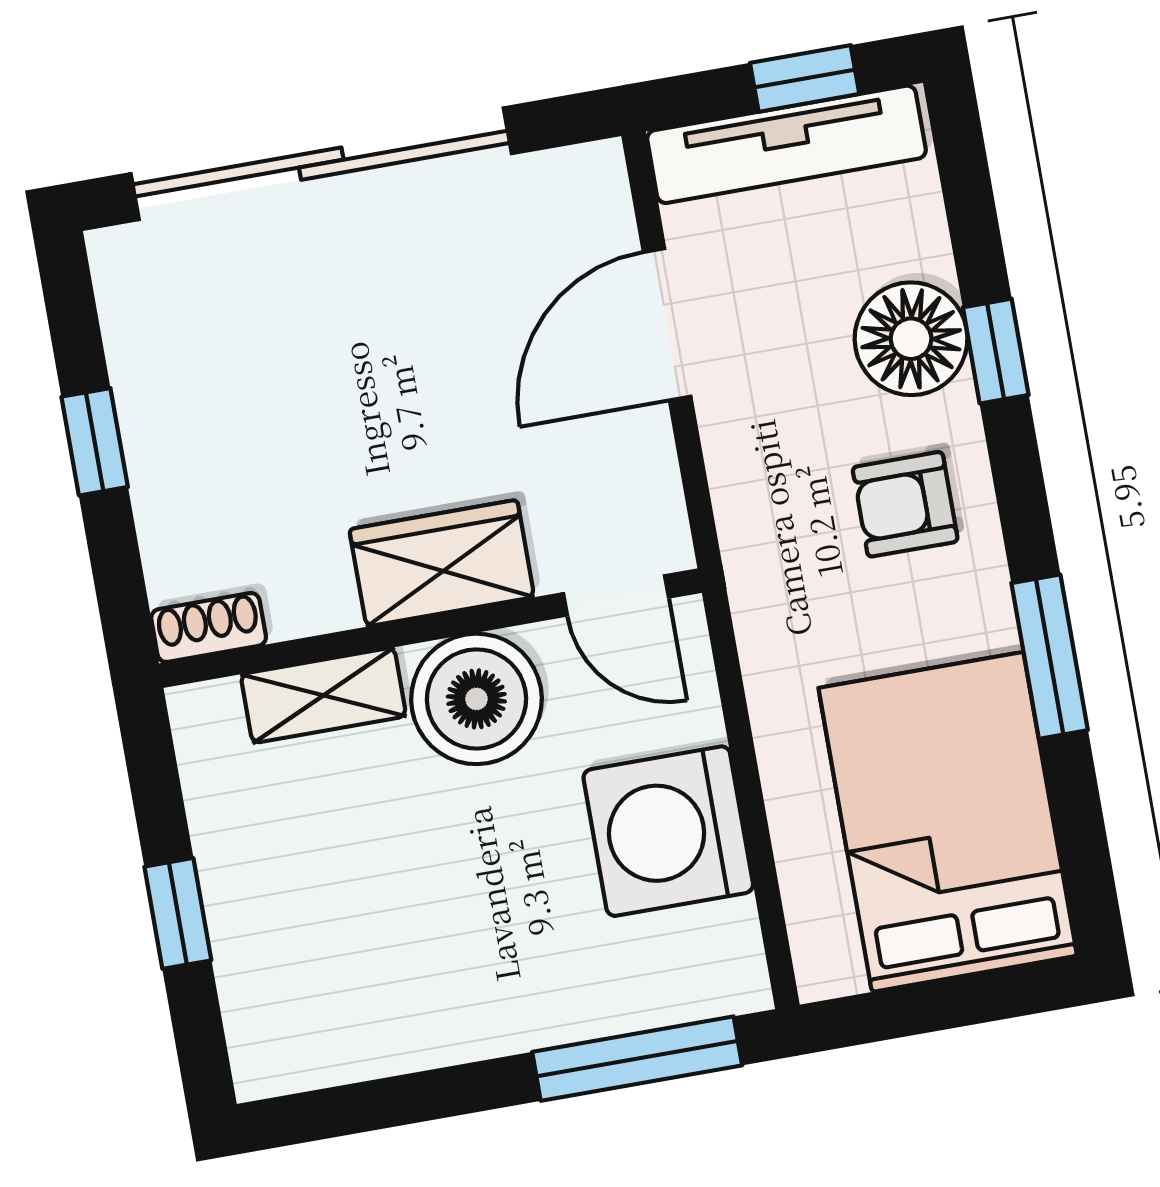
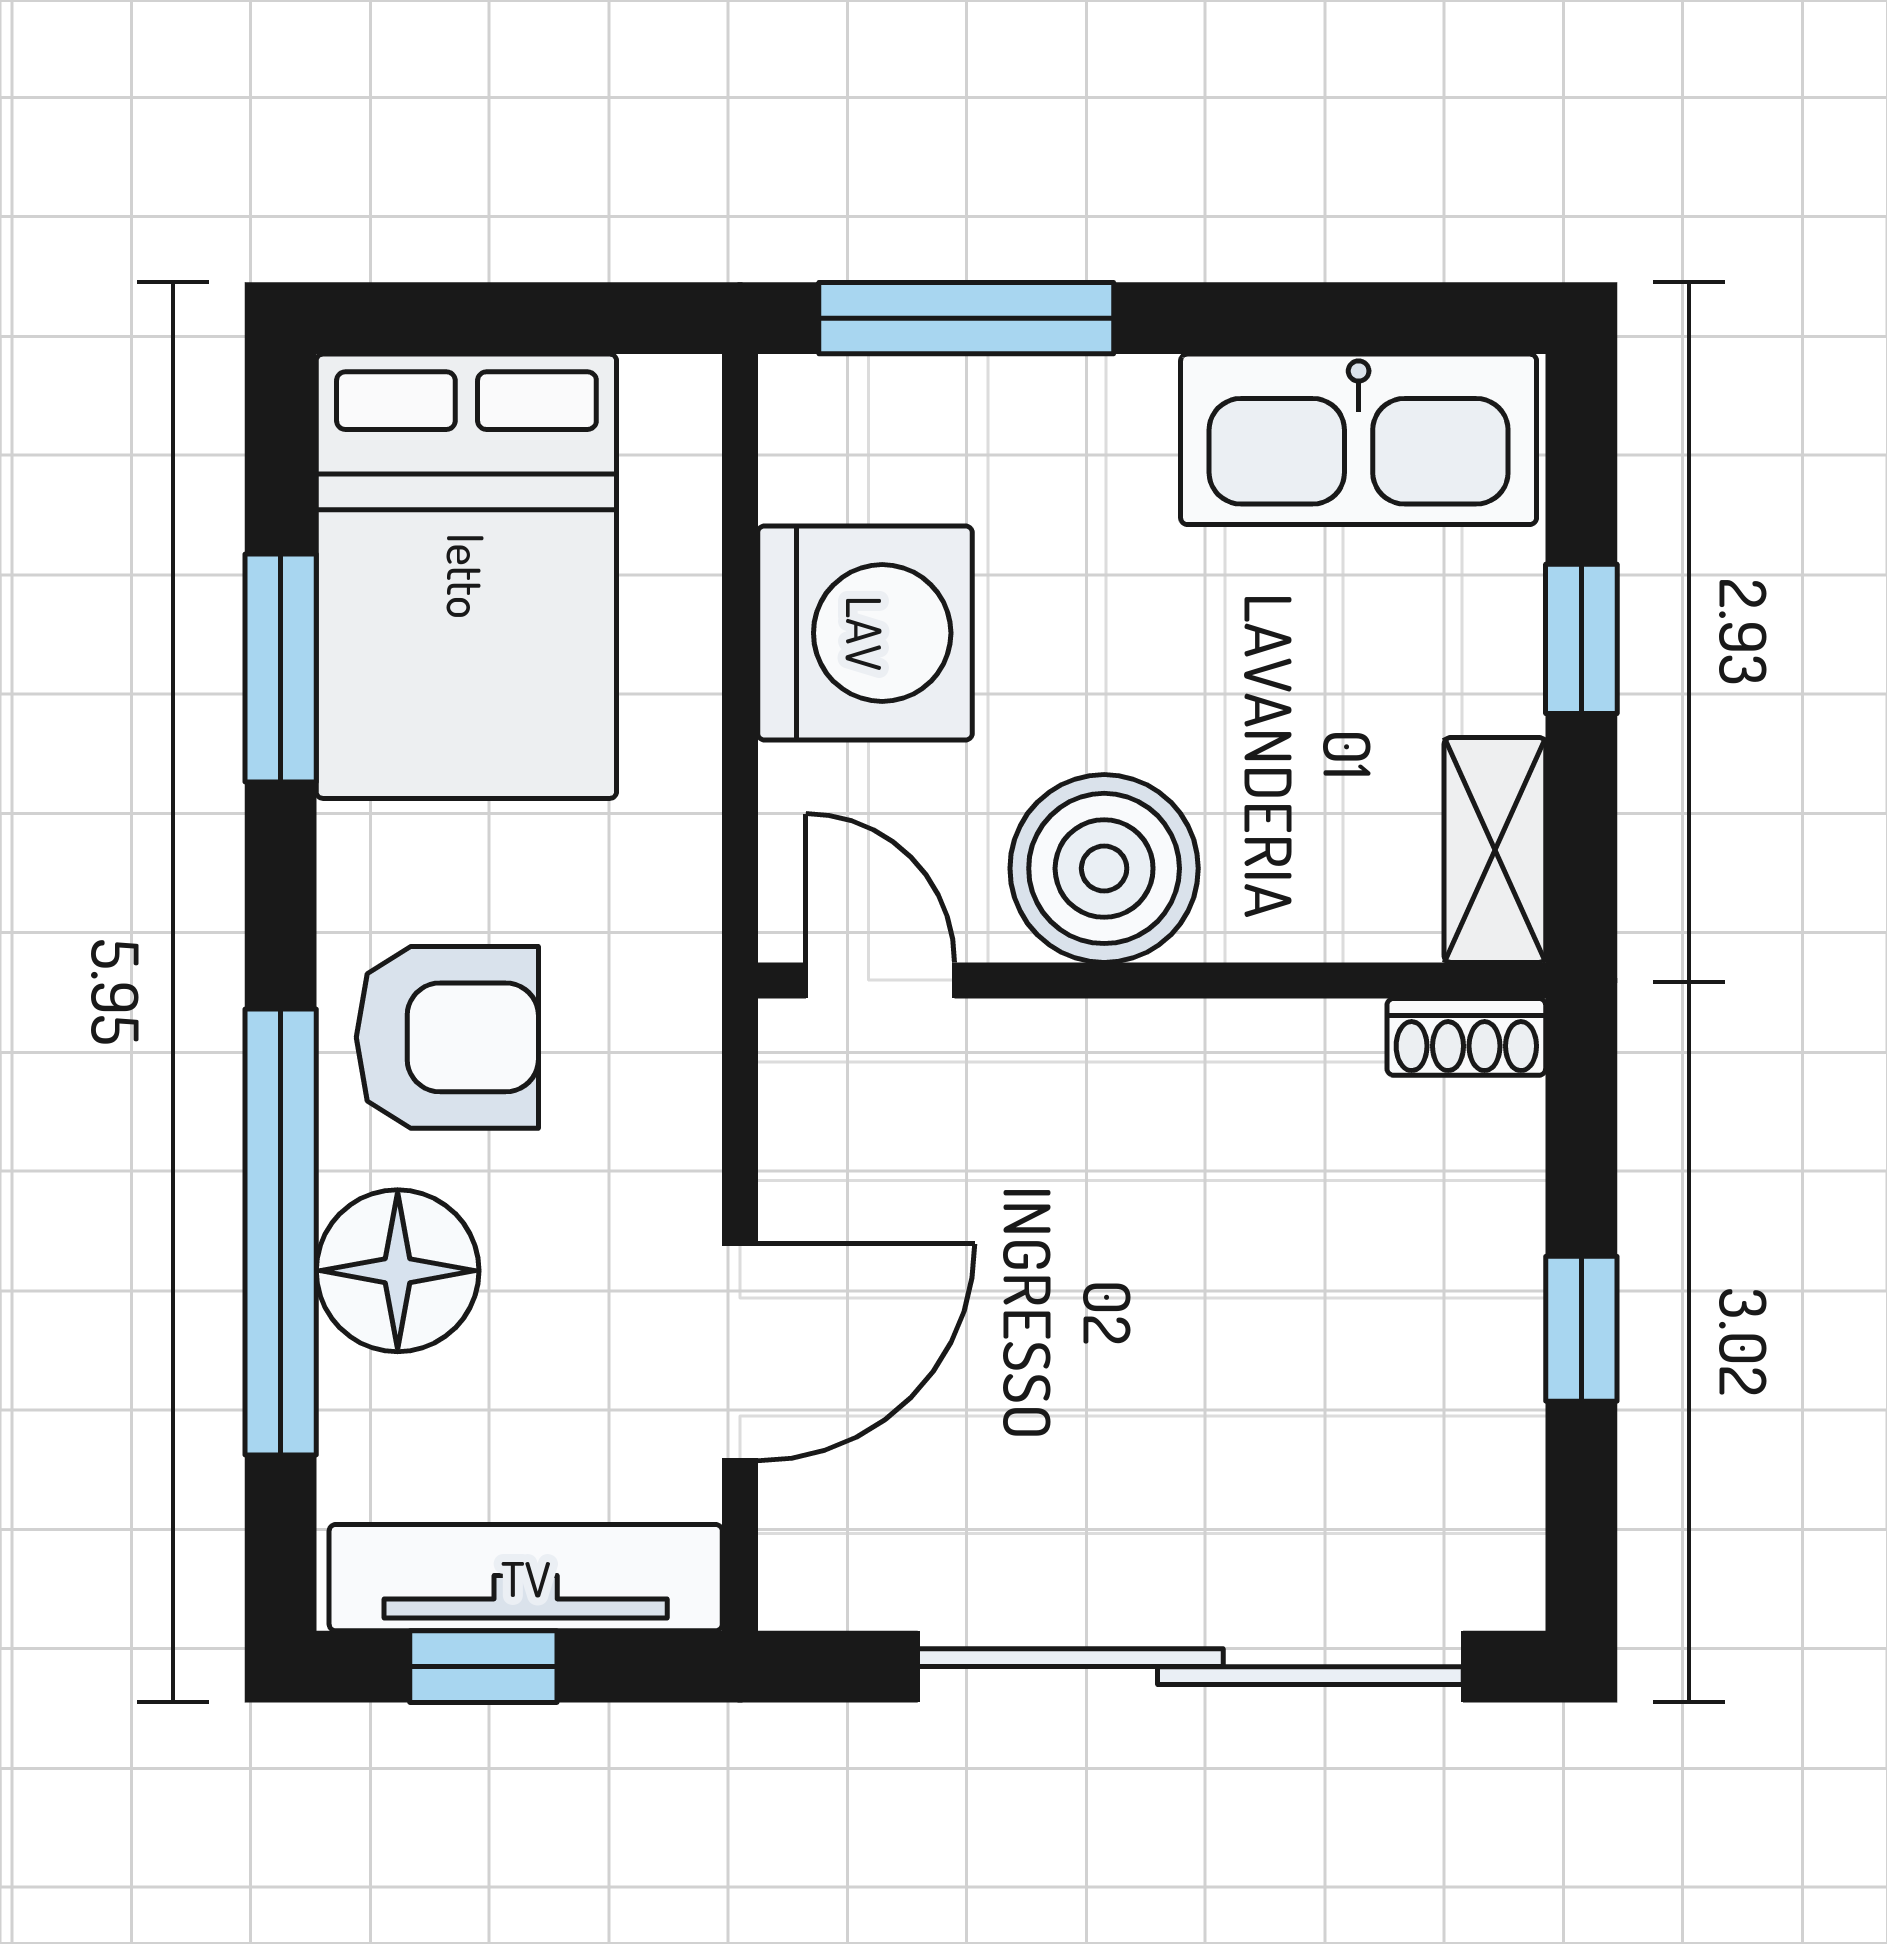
window: (996, 351) -> (281, 1232), width x3.17
armchair: (905, 504) -> (447, 1037), width x1.38, depth x1.38
wardrobe: (442, 563) -> (1119, 1070), removed
window: (1050, 657) -> (281, 668), moved
shelving: (323, 695) -> (1495, 850), moved, turned 90
kitchen sink: (354, 1023) -> (1359, 439), added

